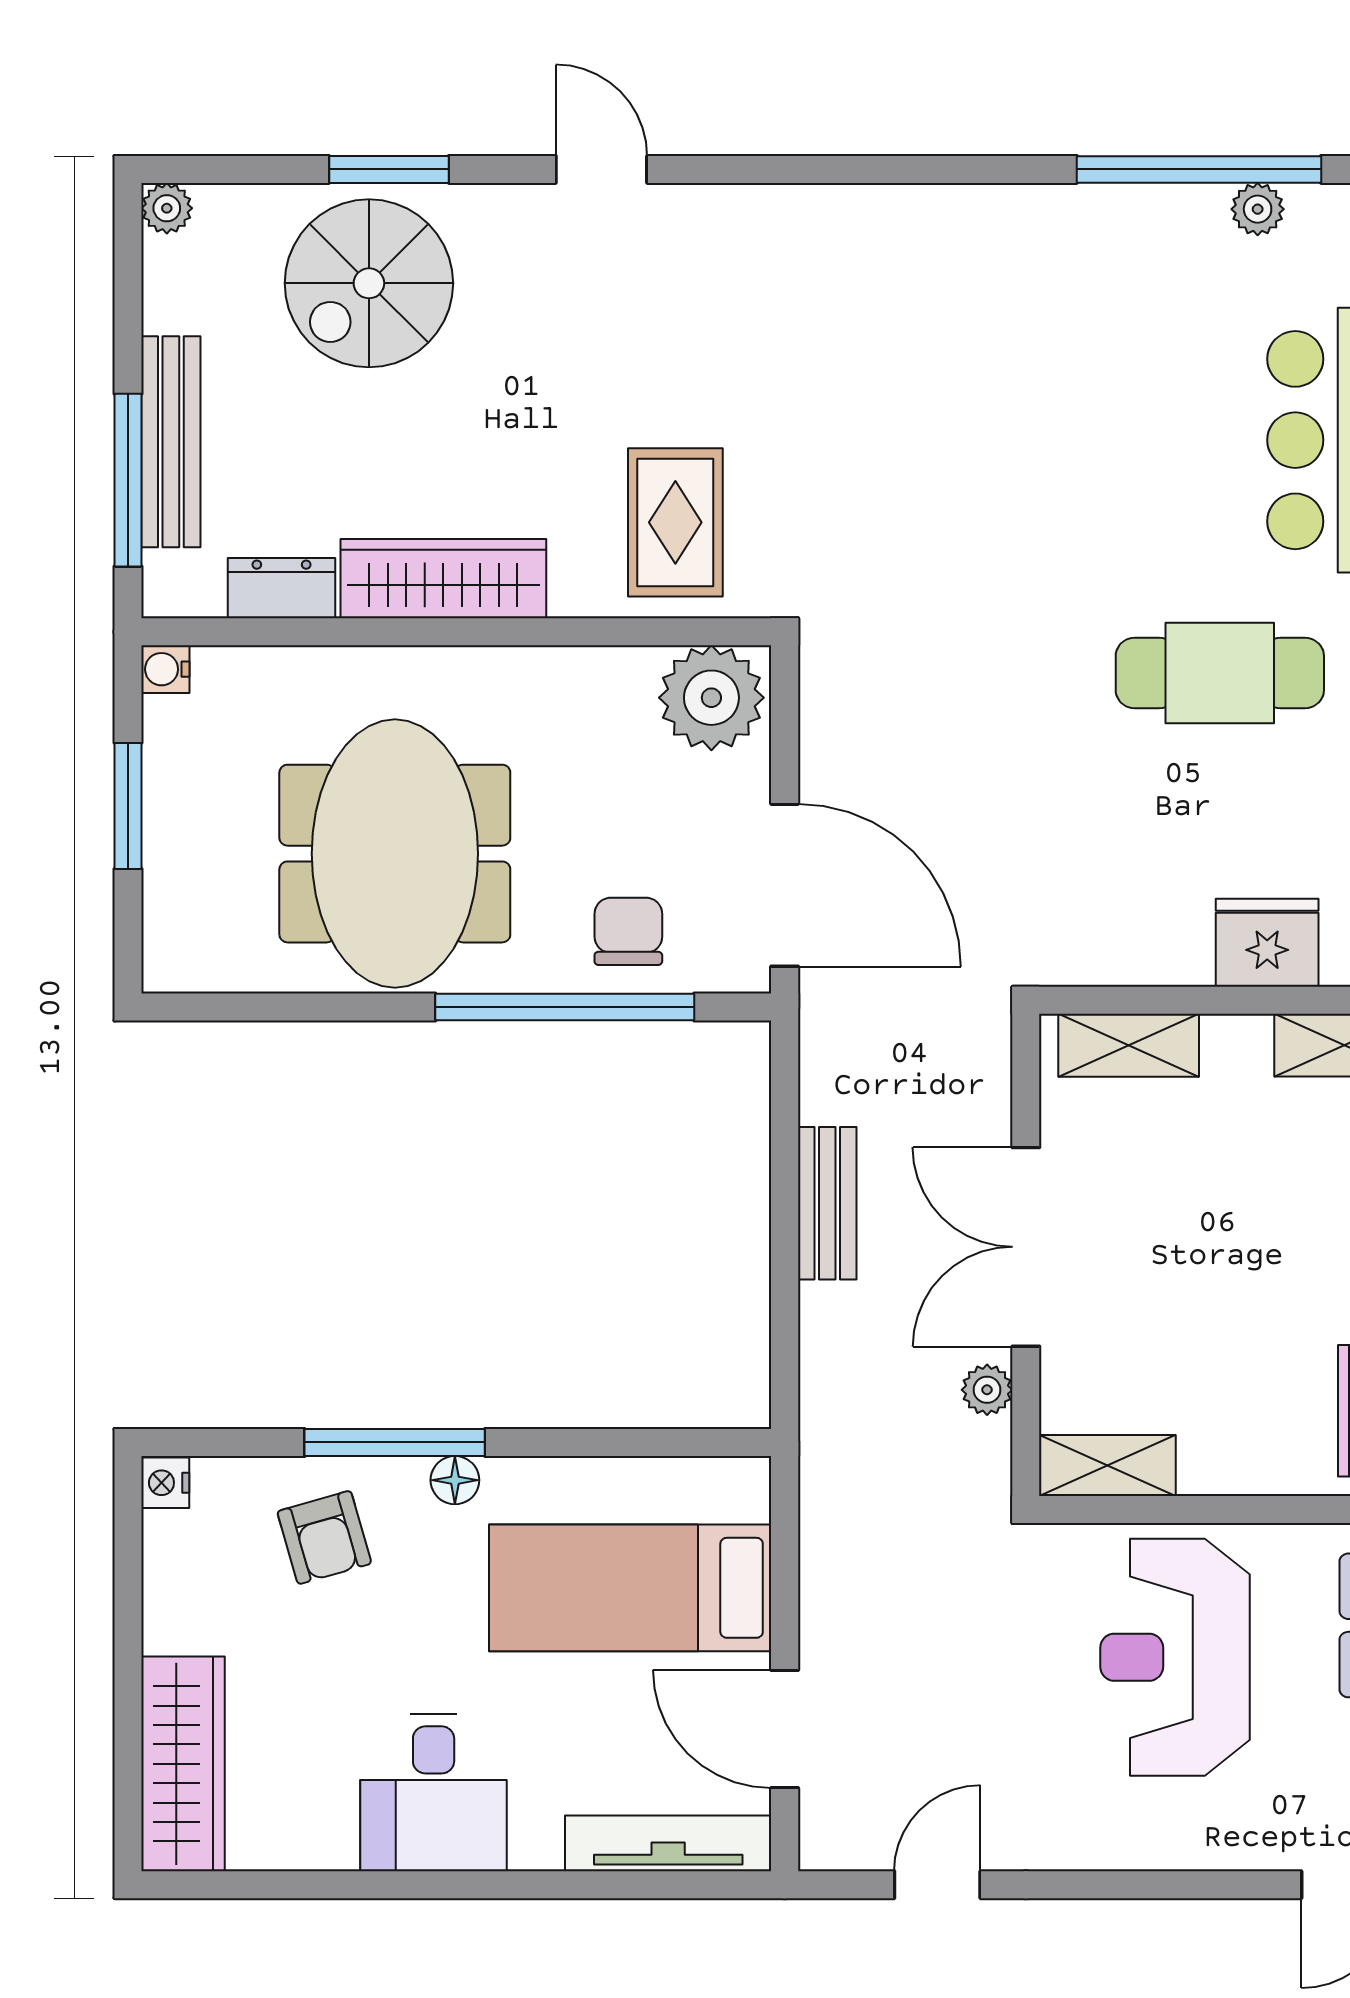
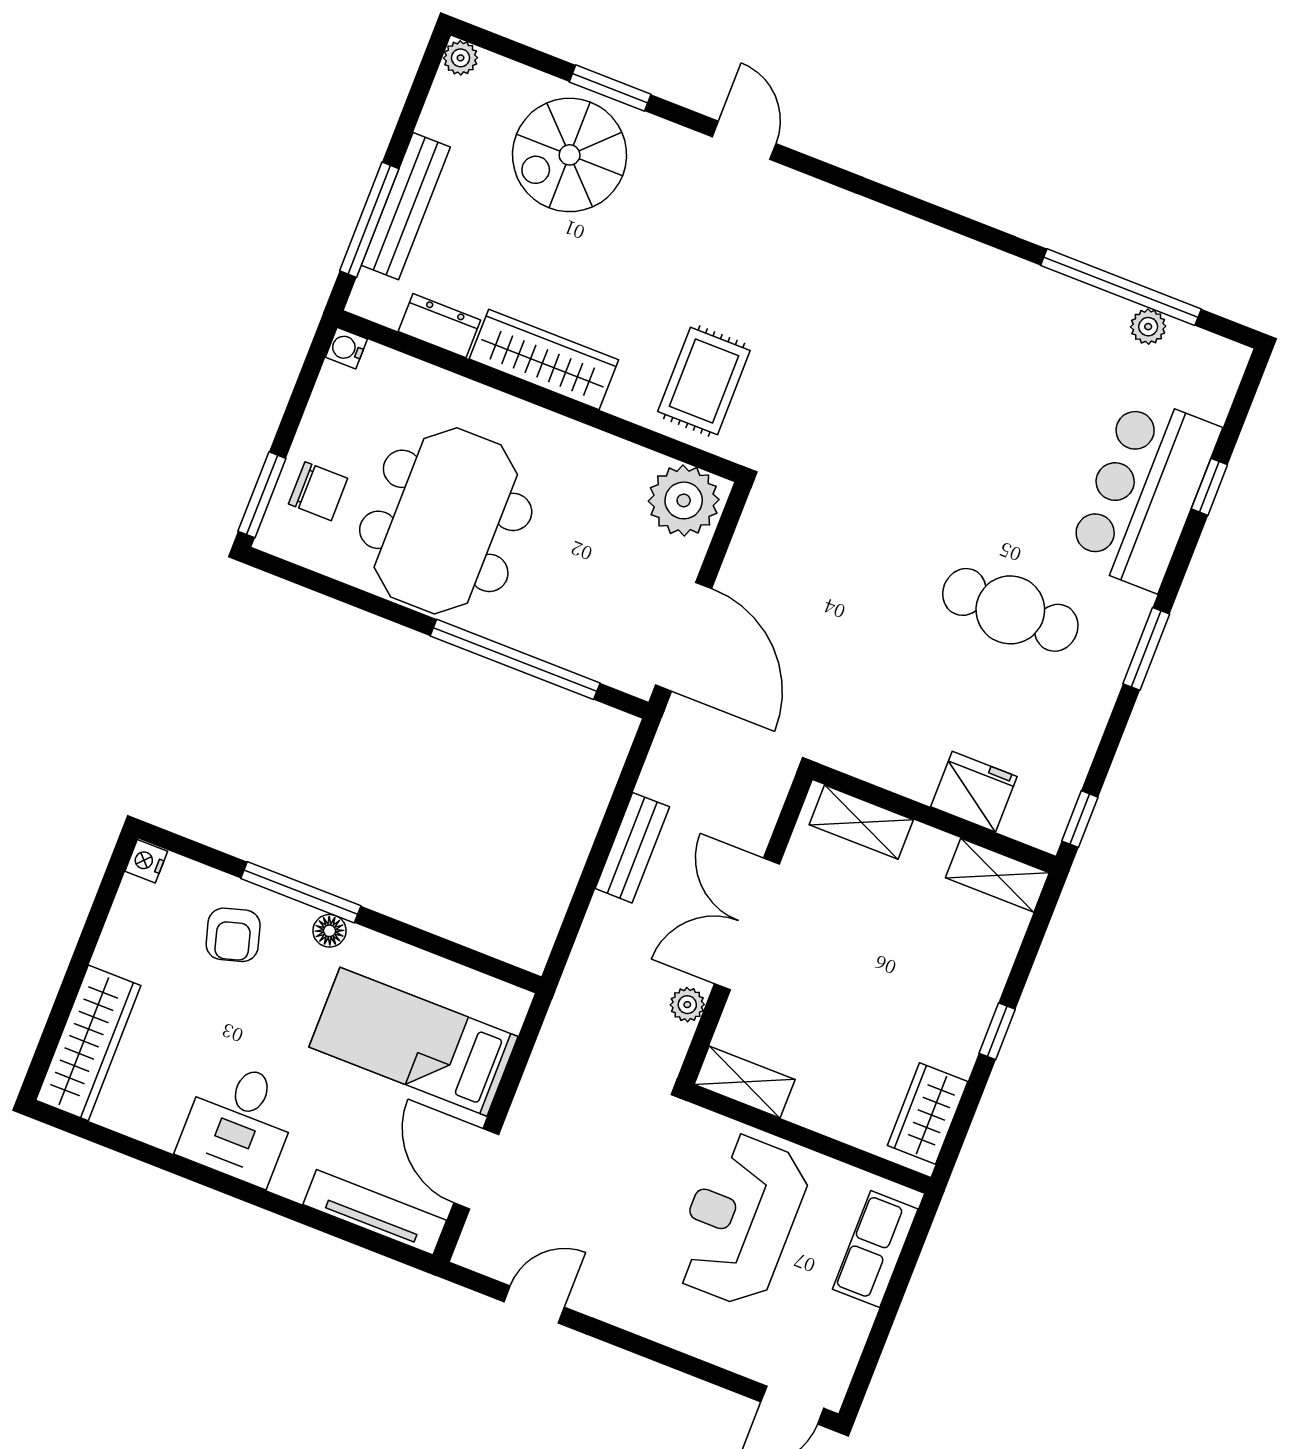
window: (128, 806) -> (262, 495), moved
chair: (628, 931) -> (318, 491), moved, turned 90

